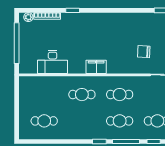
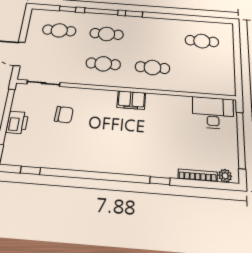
desk: (53, 62) -> (213, 113), moved

